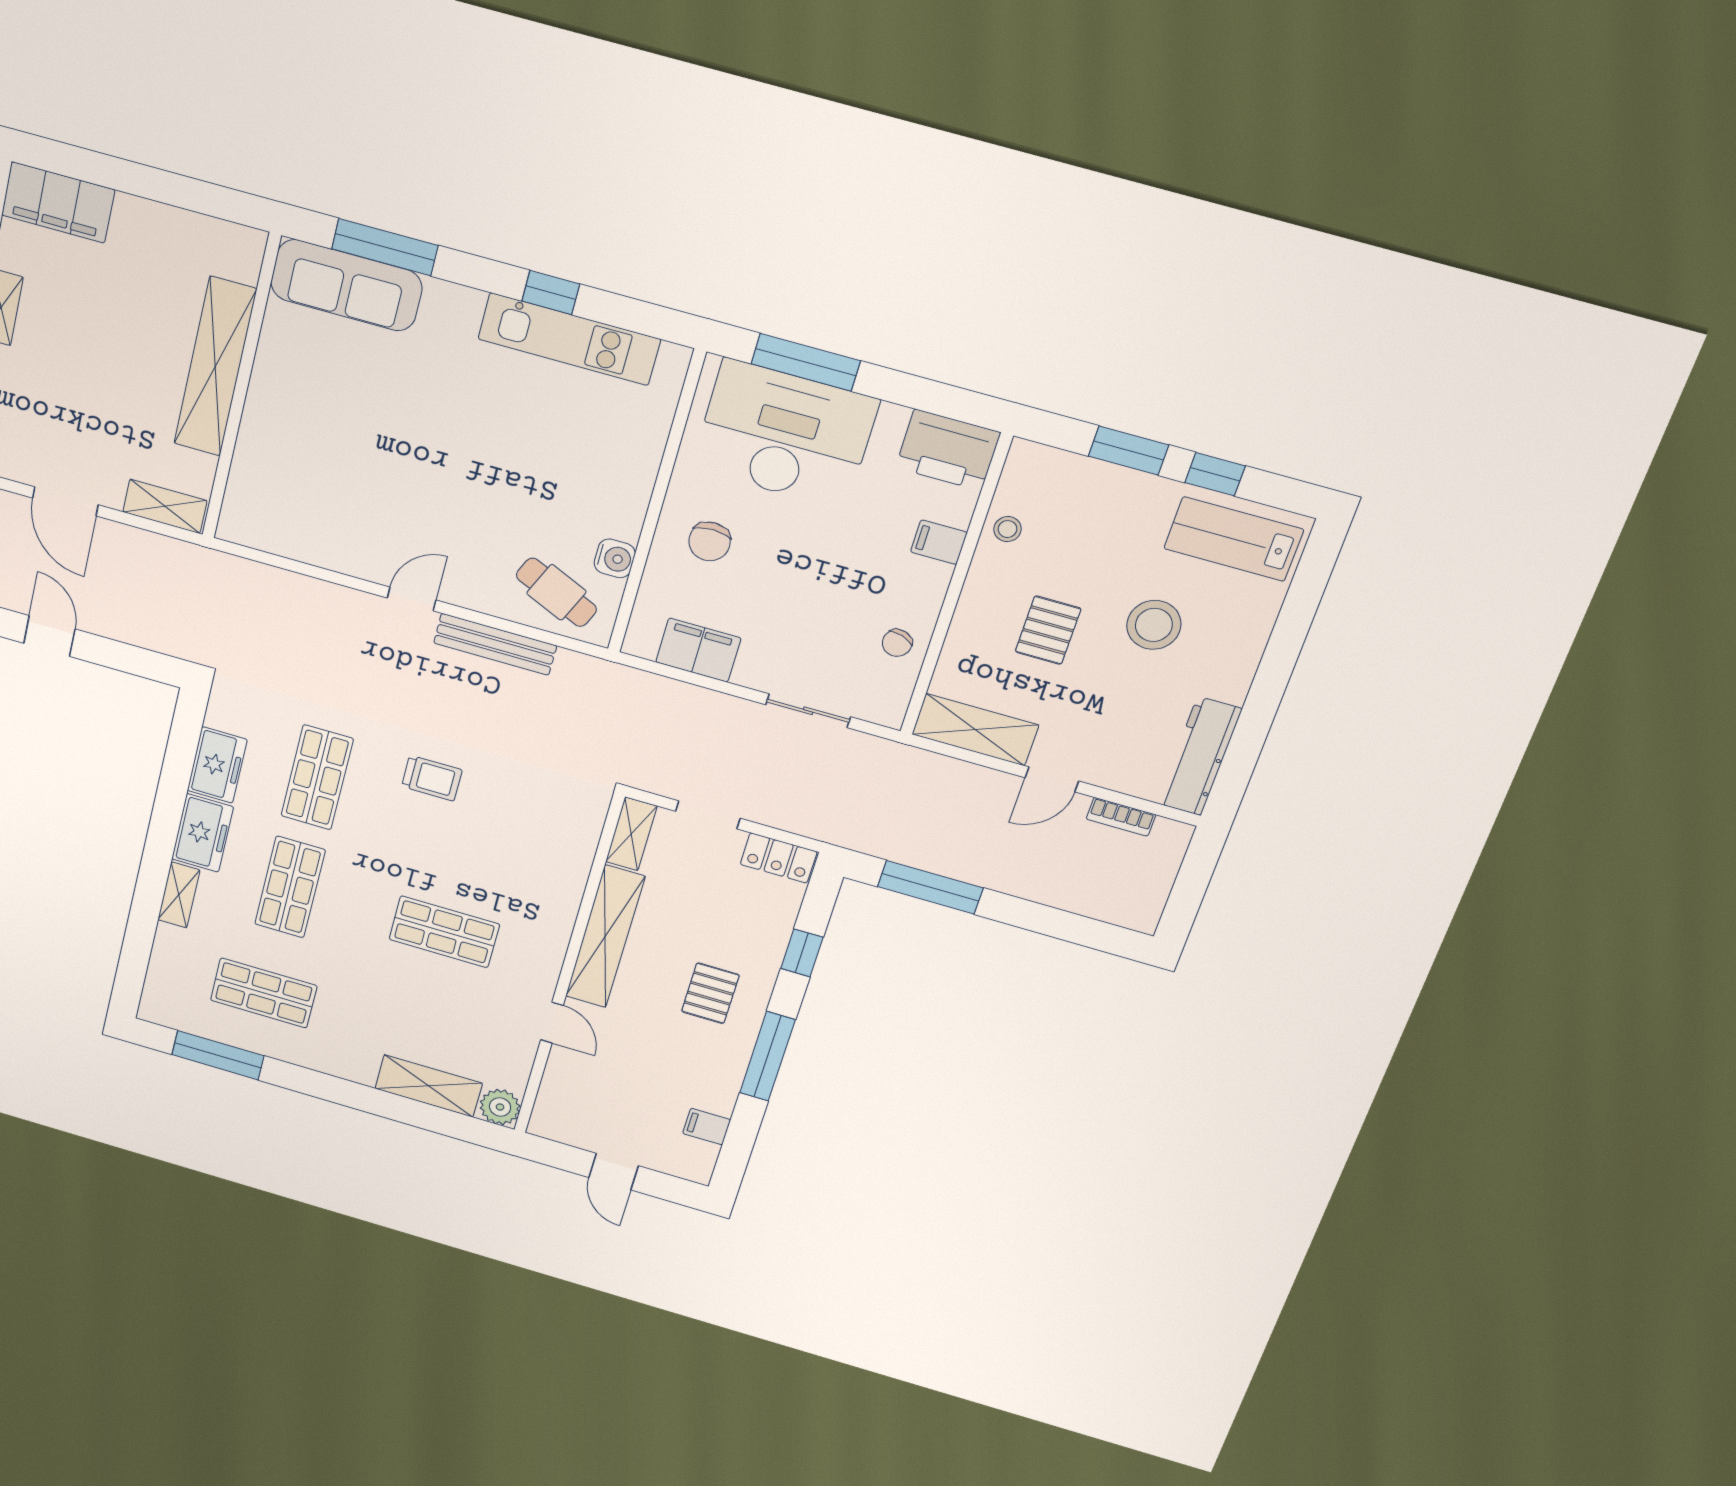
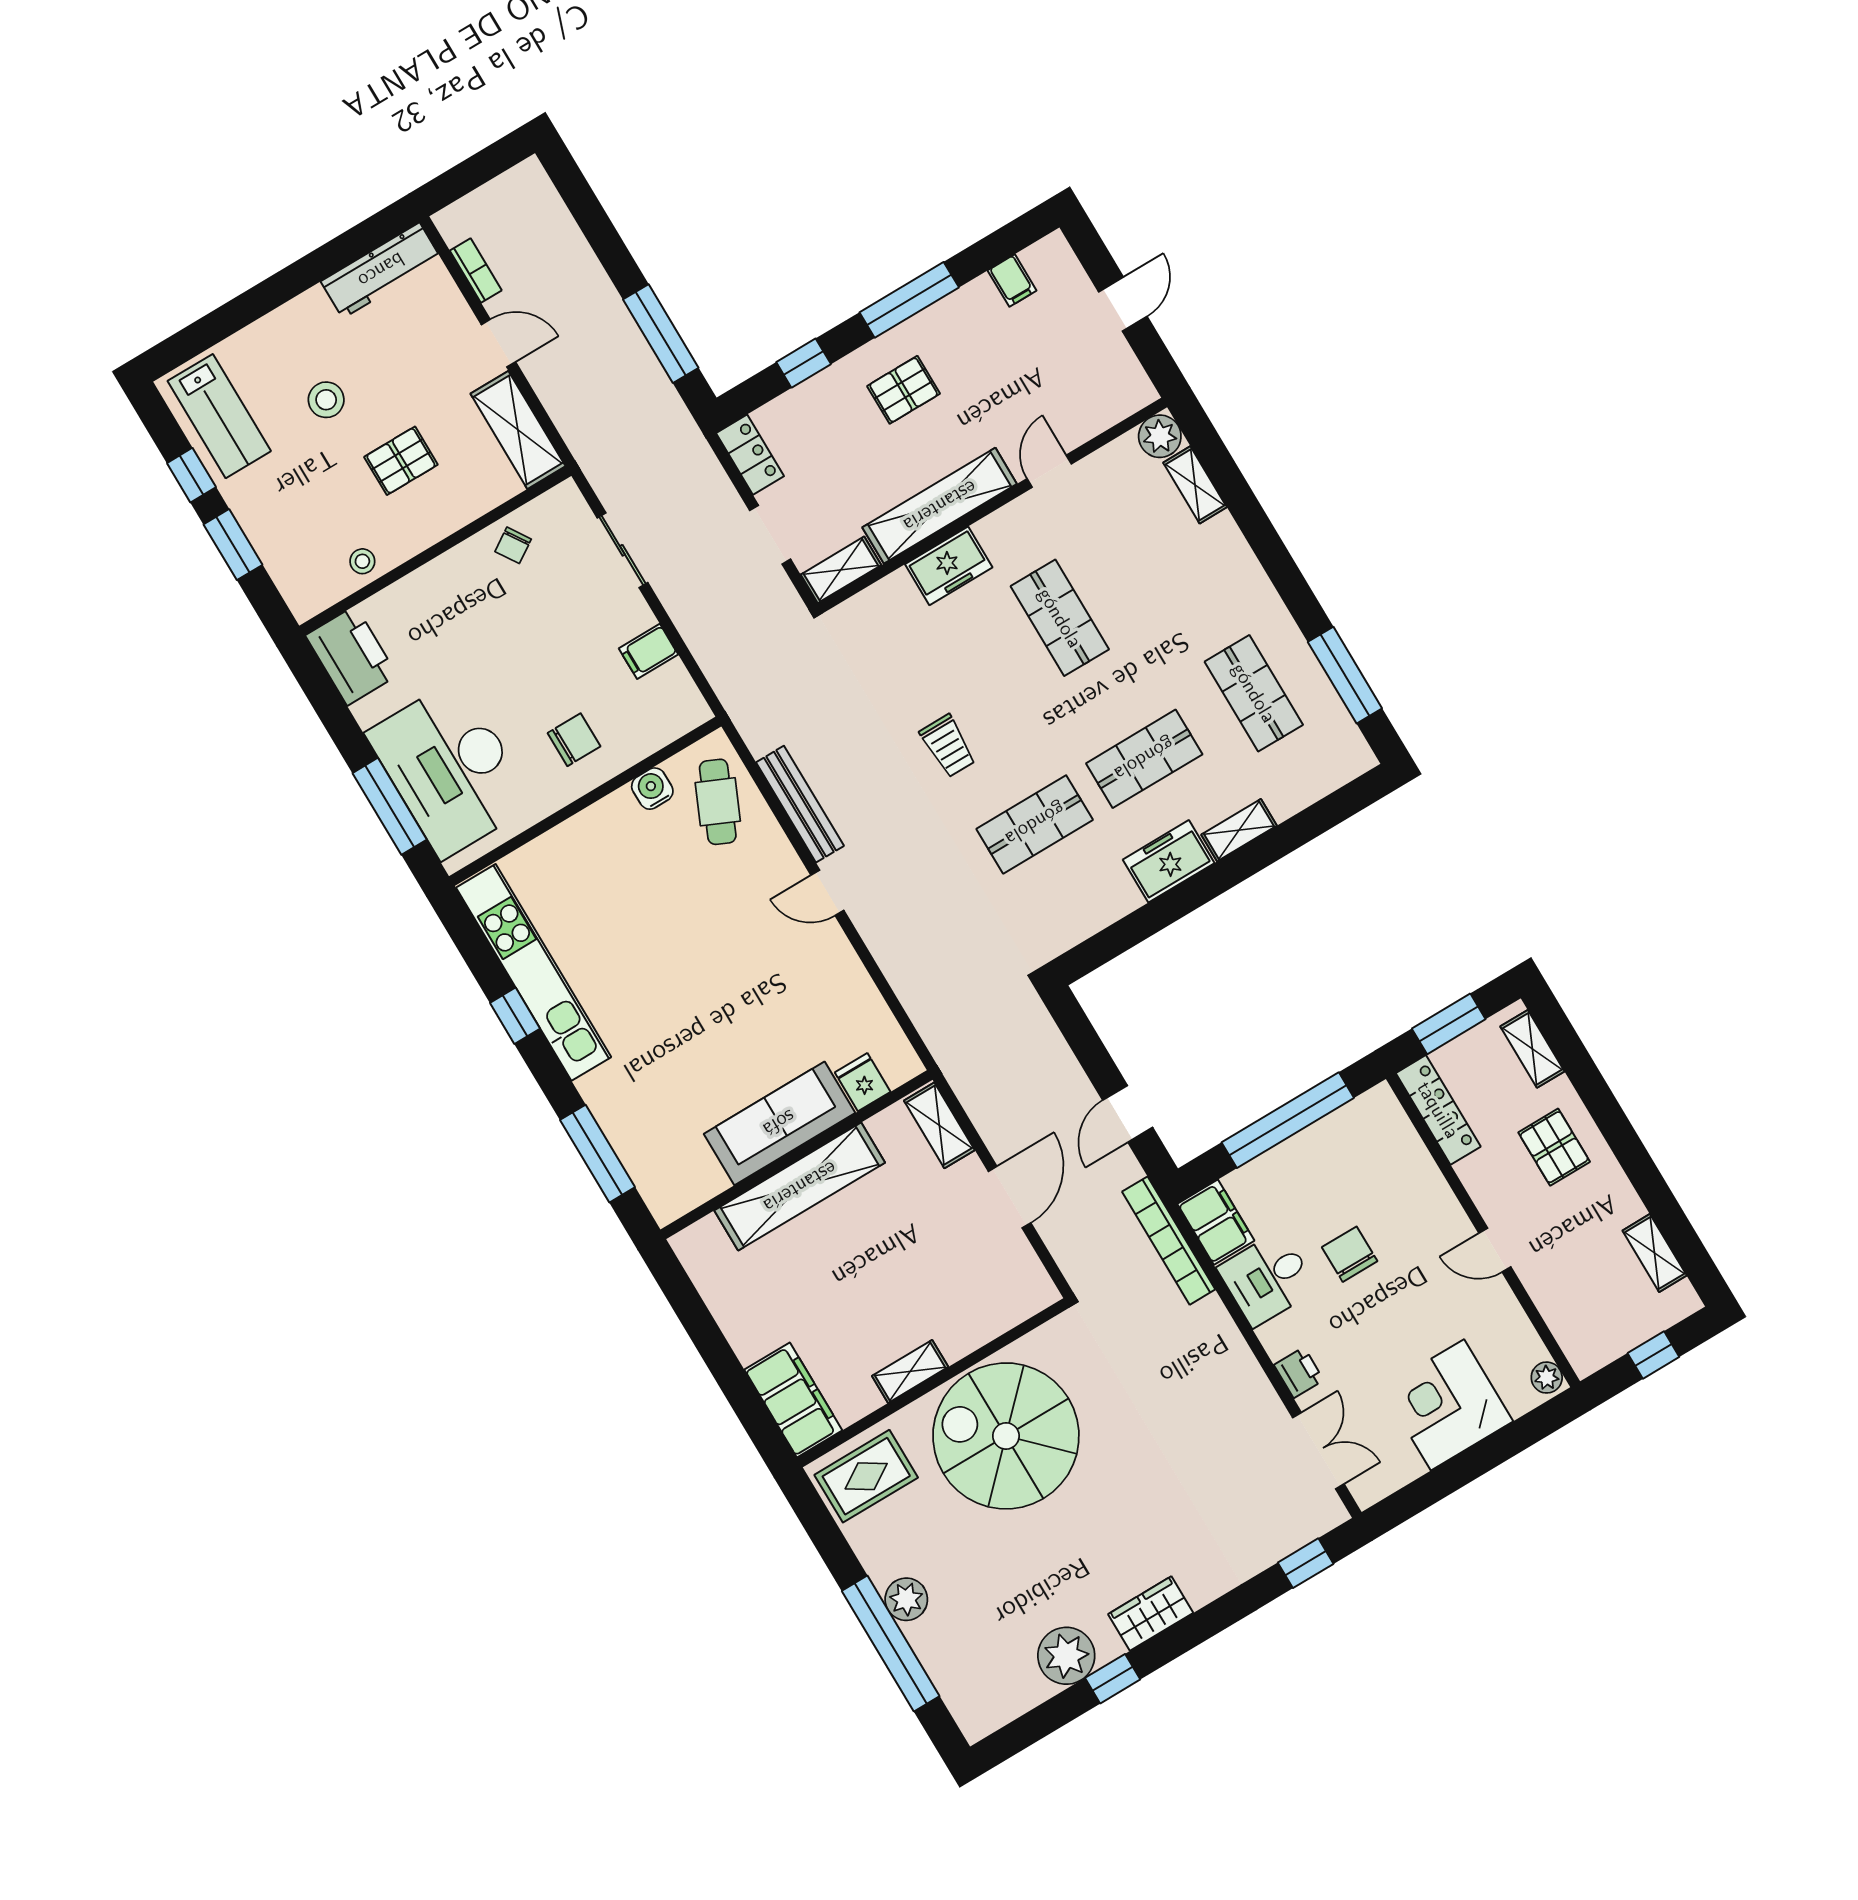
sofa: (346, 285) -> (779, 1123), moved, turned -90
kitchen unit: (569, 339) -> (534, 972), width x1.36
fridge: (249, 486) -> (863, 1082), added
filing cabinet: (939, 542) -> (417, 594), removed
stool: (1154, 625) -> (326, 400), width x0.73, depth x0.73
chair: (897, 643) -> (513, 545), turned 129
filing cabinet: (698, 650) -> (648, 651), width x0.50
freezer: (217, 765) -> (949, 566), moved, turned 180
trolley: (432, 778) -> (948, 746), turned 180
shelving: (429, 1086) -> (1195, 485), width x0.67, depth x0.75

